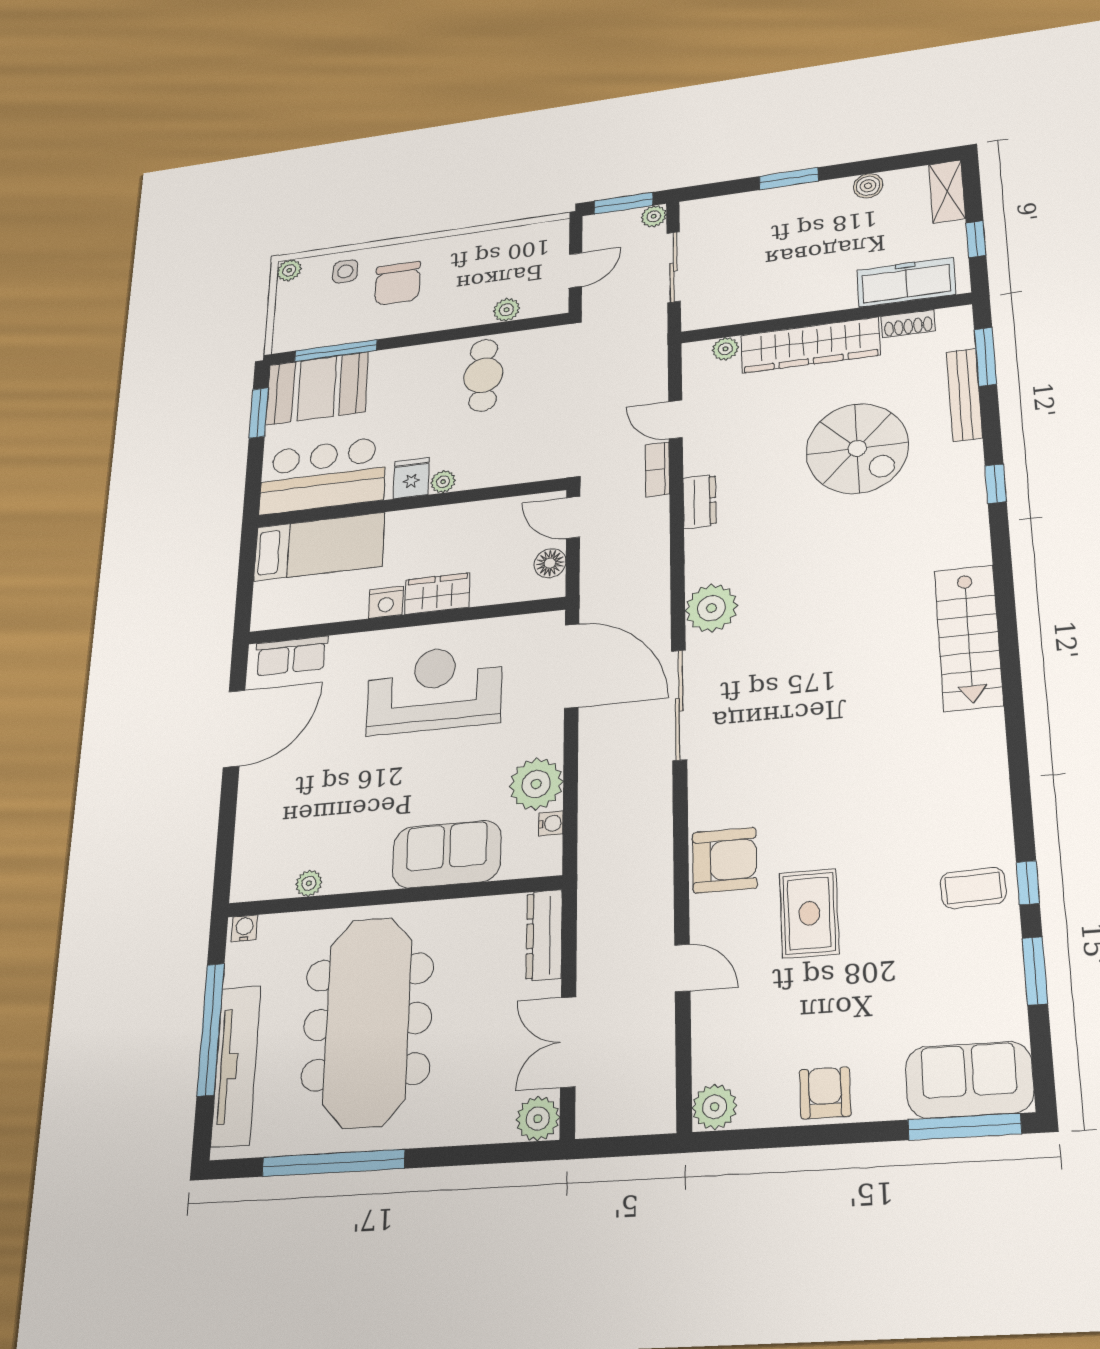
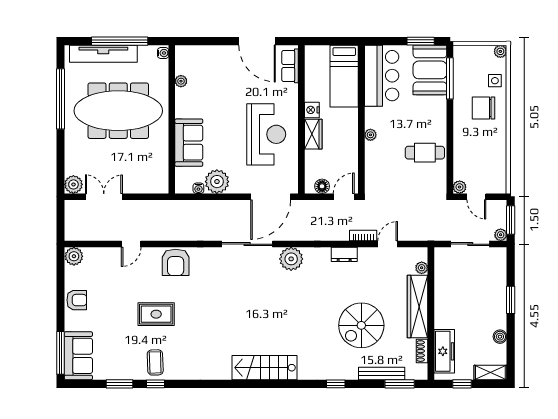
plant: (506, 310) -> (460, 187), moved
fridge: (411, 478) -> (374, 119), removed
rug: (809, 913) -> (156, 314), moved
dresser: (544, 935) -> (150, 186), removed

